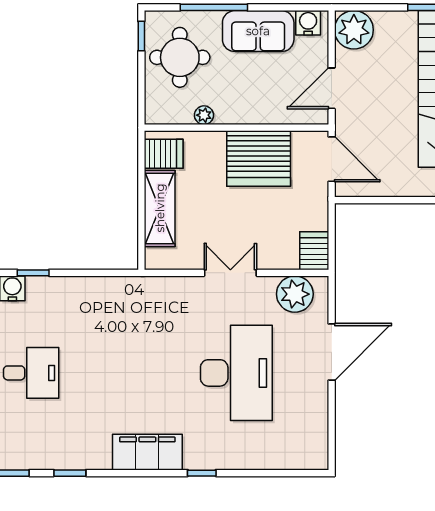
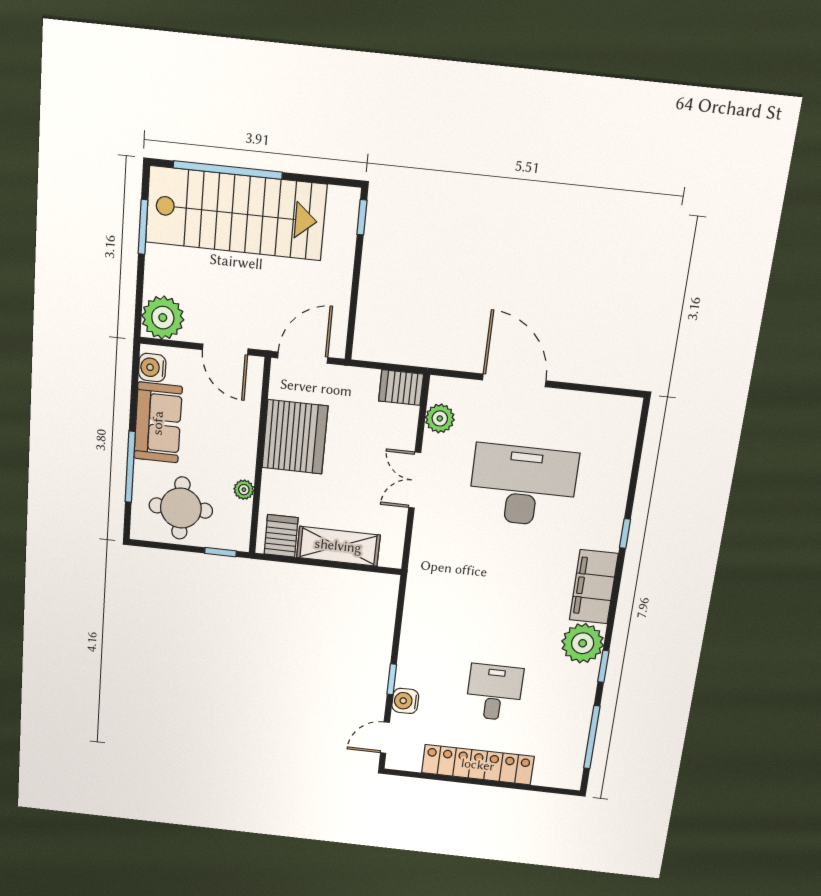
window: (141, 36) -> (221, 552), moved
plant: (295, 294) -> (440, 418), width x0.73, depth x0.73
plant: (91, 450) -> (583, 643), added

